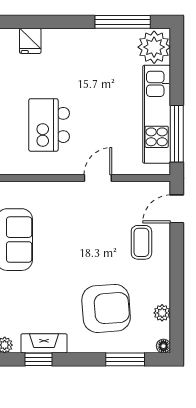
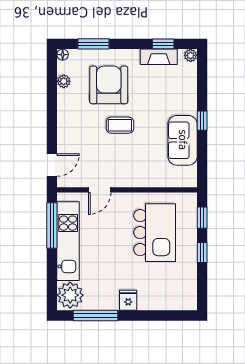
fridge: (30, 41) -> (128, 300), moved
kitchen island: (49, 125) -> (155, 233), width x1.37, depth x1.28
door: (98, 178) -> (100, 190), moved
coffee table: (141, 242) -> (120, 125), moved, turned 90
armchair: (106, 308) -> (109, 85), turned 94

